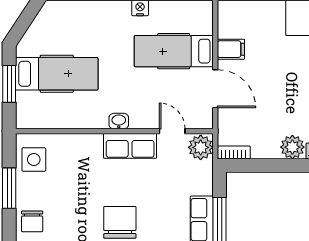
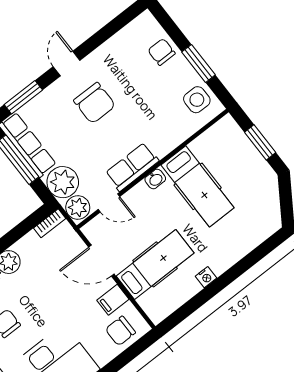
chair: (245, 19) -> (120, 331), added
hospital bed: (57, 74) -> (198, 186), moved, turned -90
plant: (197, 178) -> (63, 182), added

